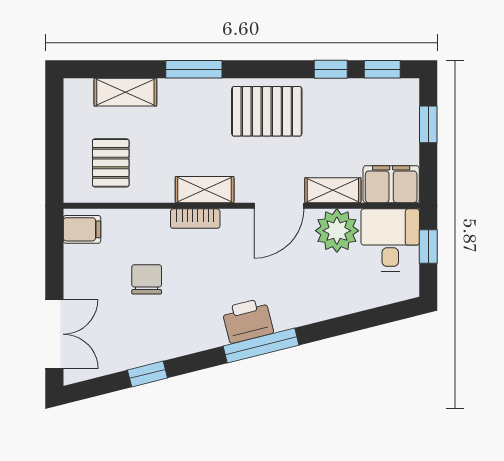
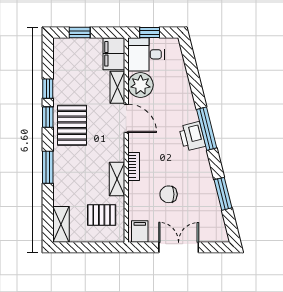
window: (382, 69) -> (48, 117), moved
shelving: (125, 92) -> (61, 224), moved
shelving: (205, 190) -> (117, 179), moved
double door: (54, 334) -> (179, 247), moved
window: (147, 374) -> (223, 194), width x1.50

